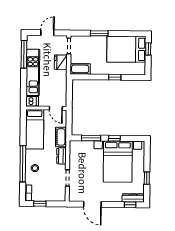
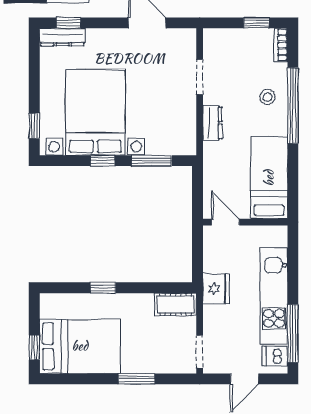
fridge: (61, 62) -> (216, 289), moved
dishwasher: (32, 101) -> (275, 356), moved
cot: (61, 137) -> (214, 162), removed
window: (147, 178) -> (34, 126), moved

